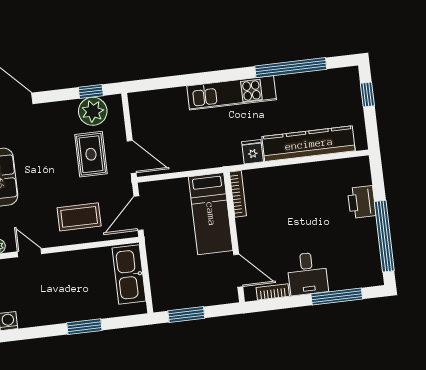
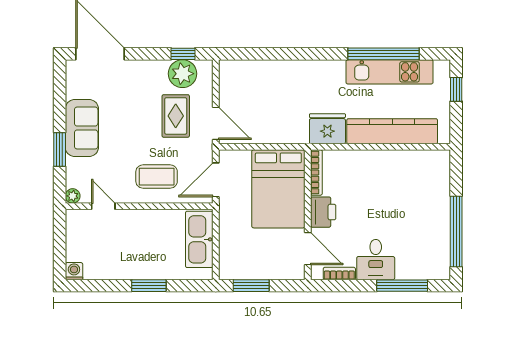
kitchen unit: (232, 93) -> (390, 72), moved
fridge: (253, 152) -> (327, 129), width x1.88, depth x1.34
printer: (362, 202) -> (323, 212), moved, turned 180
bed: (211, 214) -> (278, 189), width x1.50

